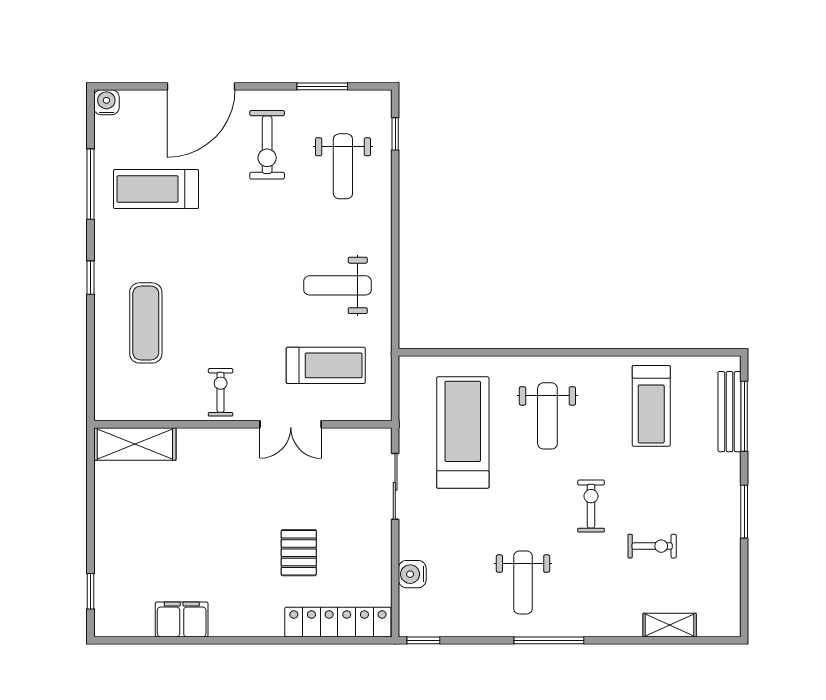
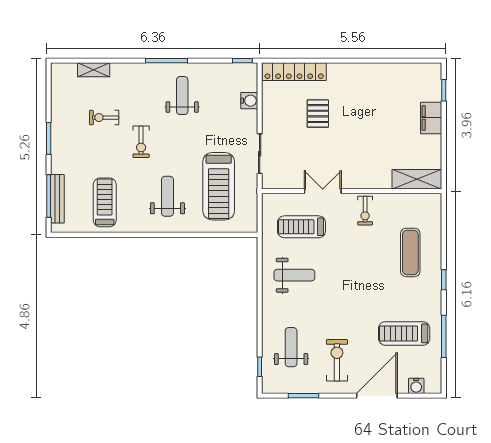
water cooler: (106, 102) -> (416, 386), moved
treadmill: (156, 189) -> (404, 333), turned 180
filing cabinet: (182, 619) -> (431, 118), moved, turned 90

